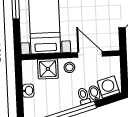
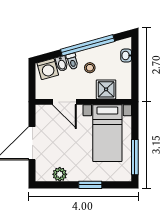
stool: (69, 67) -> (90, 68), moved
washbasin: (28, 91) -> (126, 56), moved

